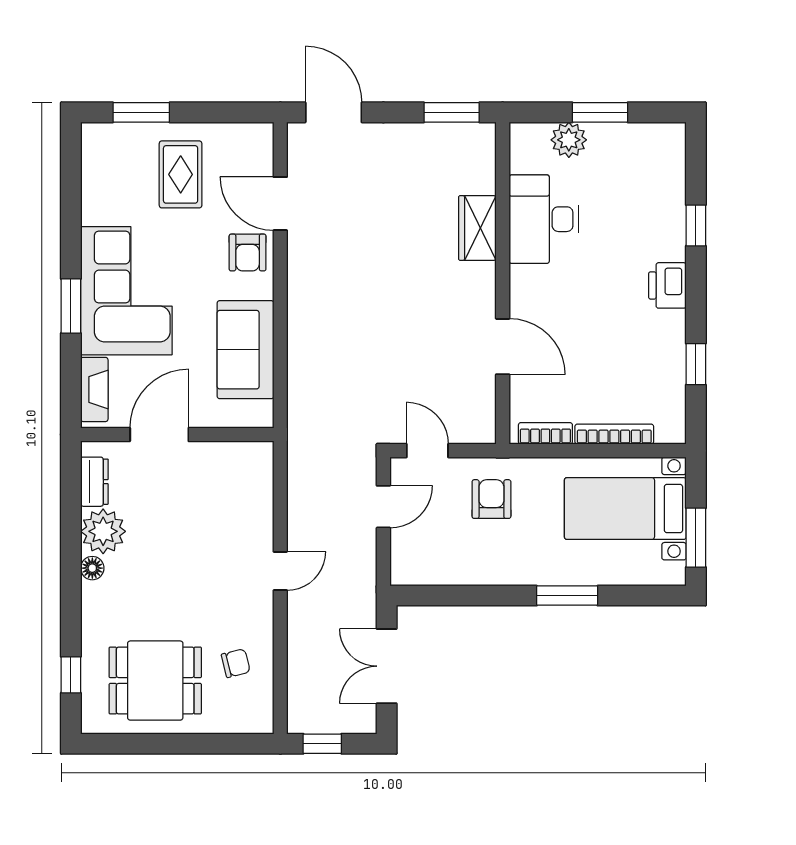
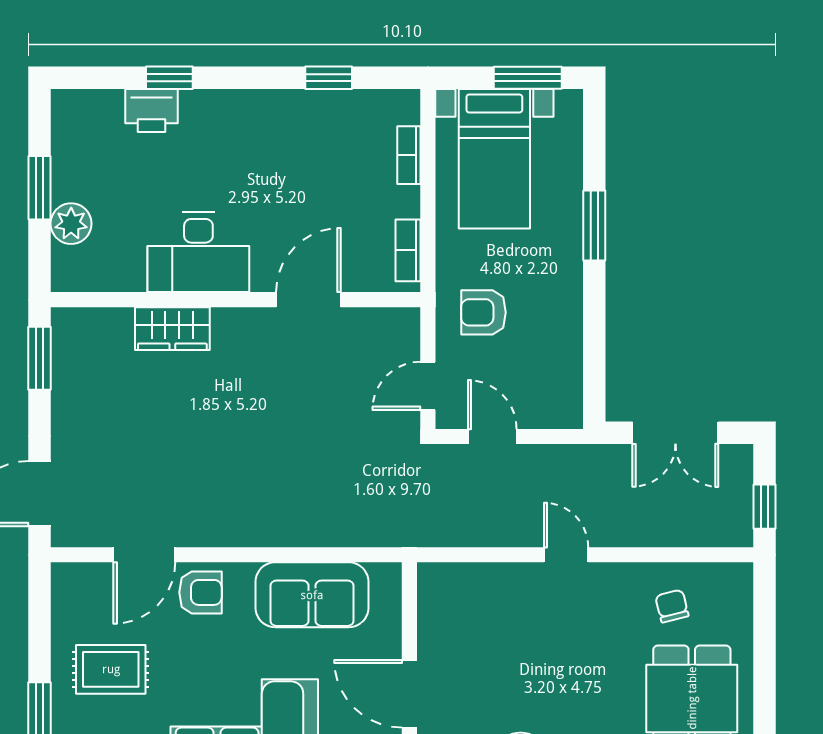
desk: (544, 219) -> (198, 252), moved
printer: (667, 285) -> (152, 110), moved
bookcase: (614, 434) -> (409, 155), width x0.64

